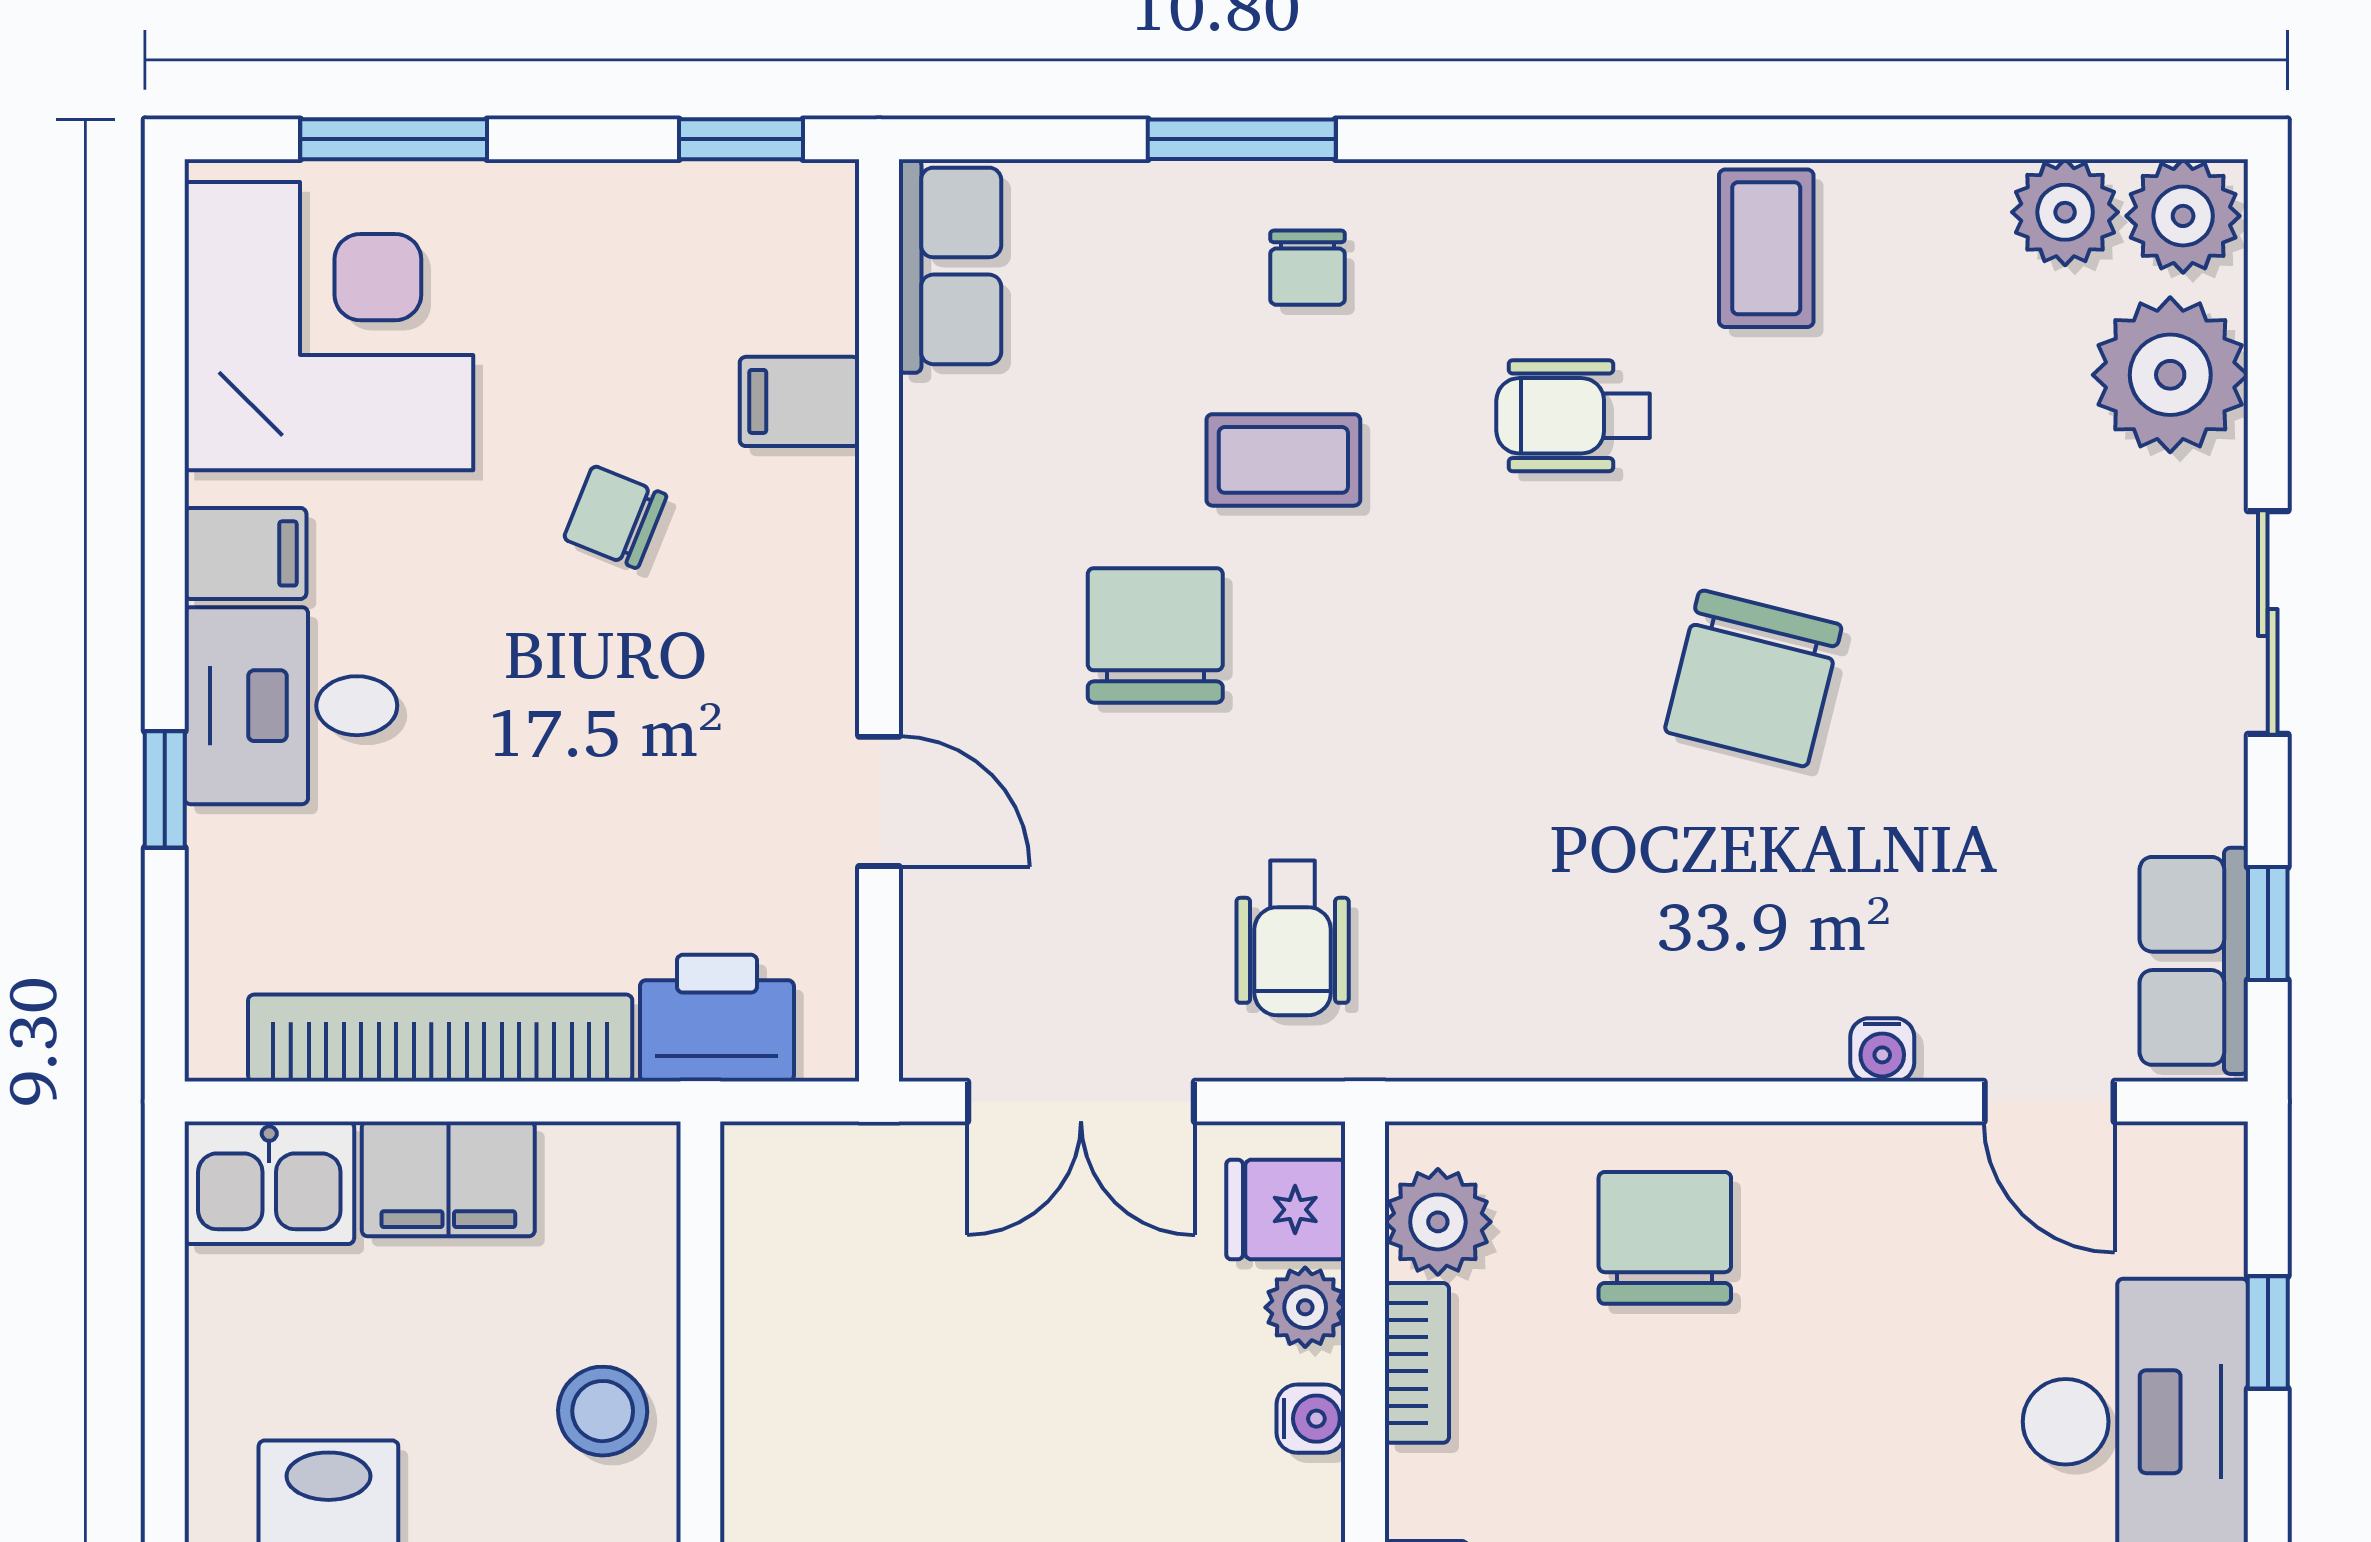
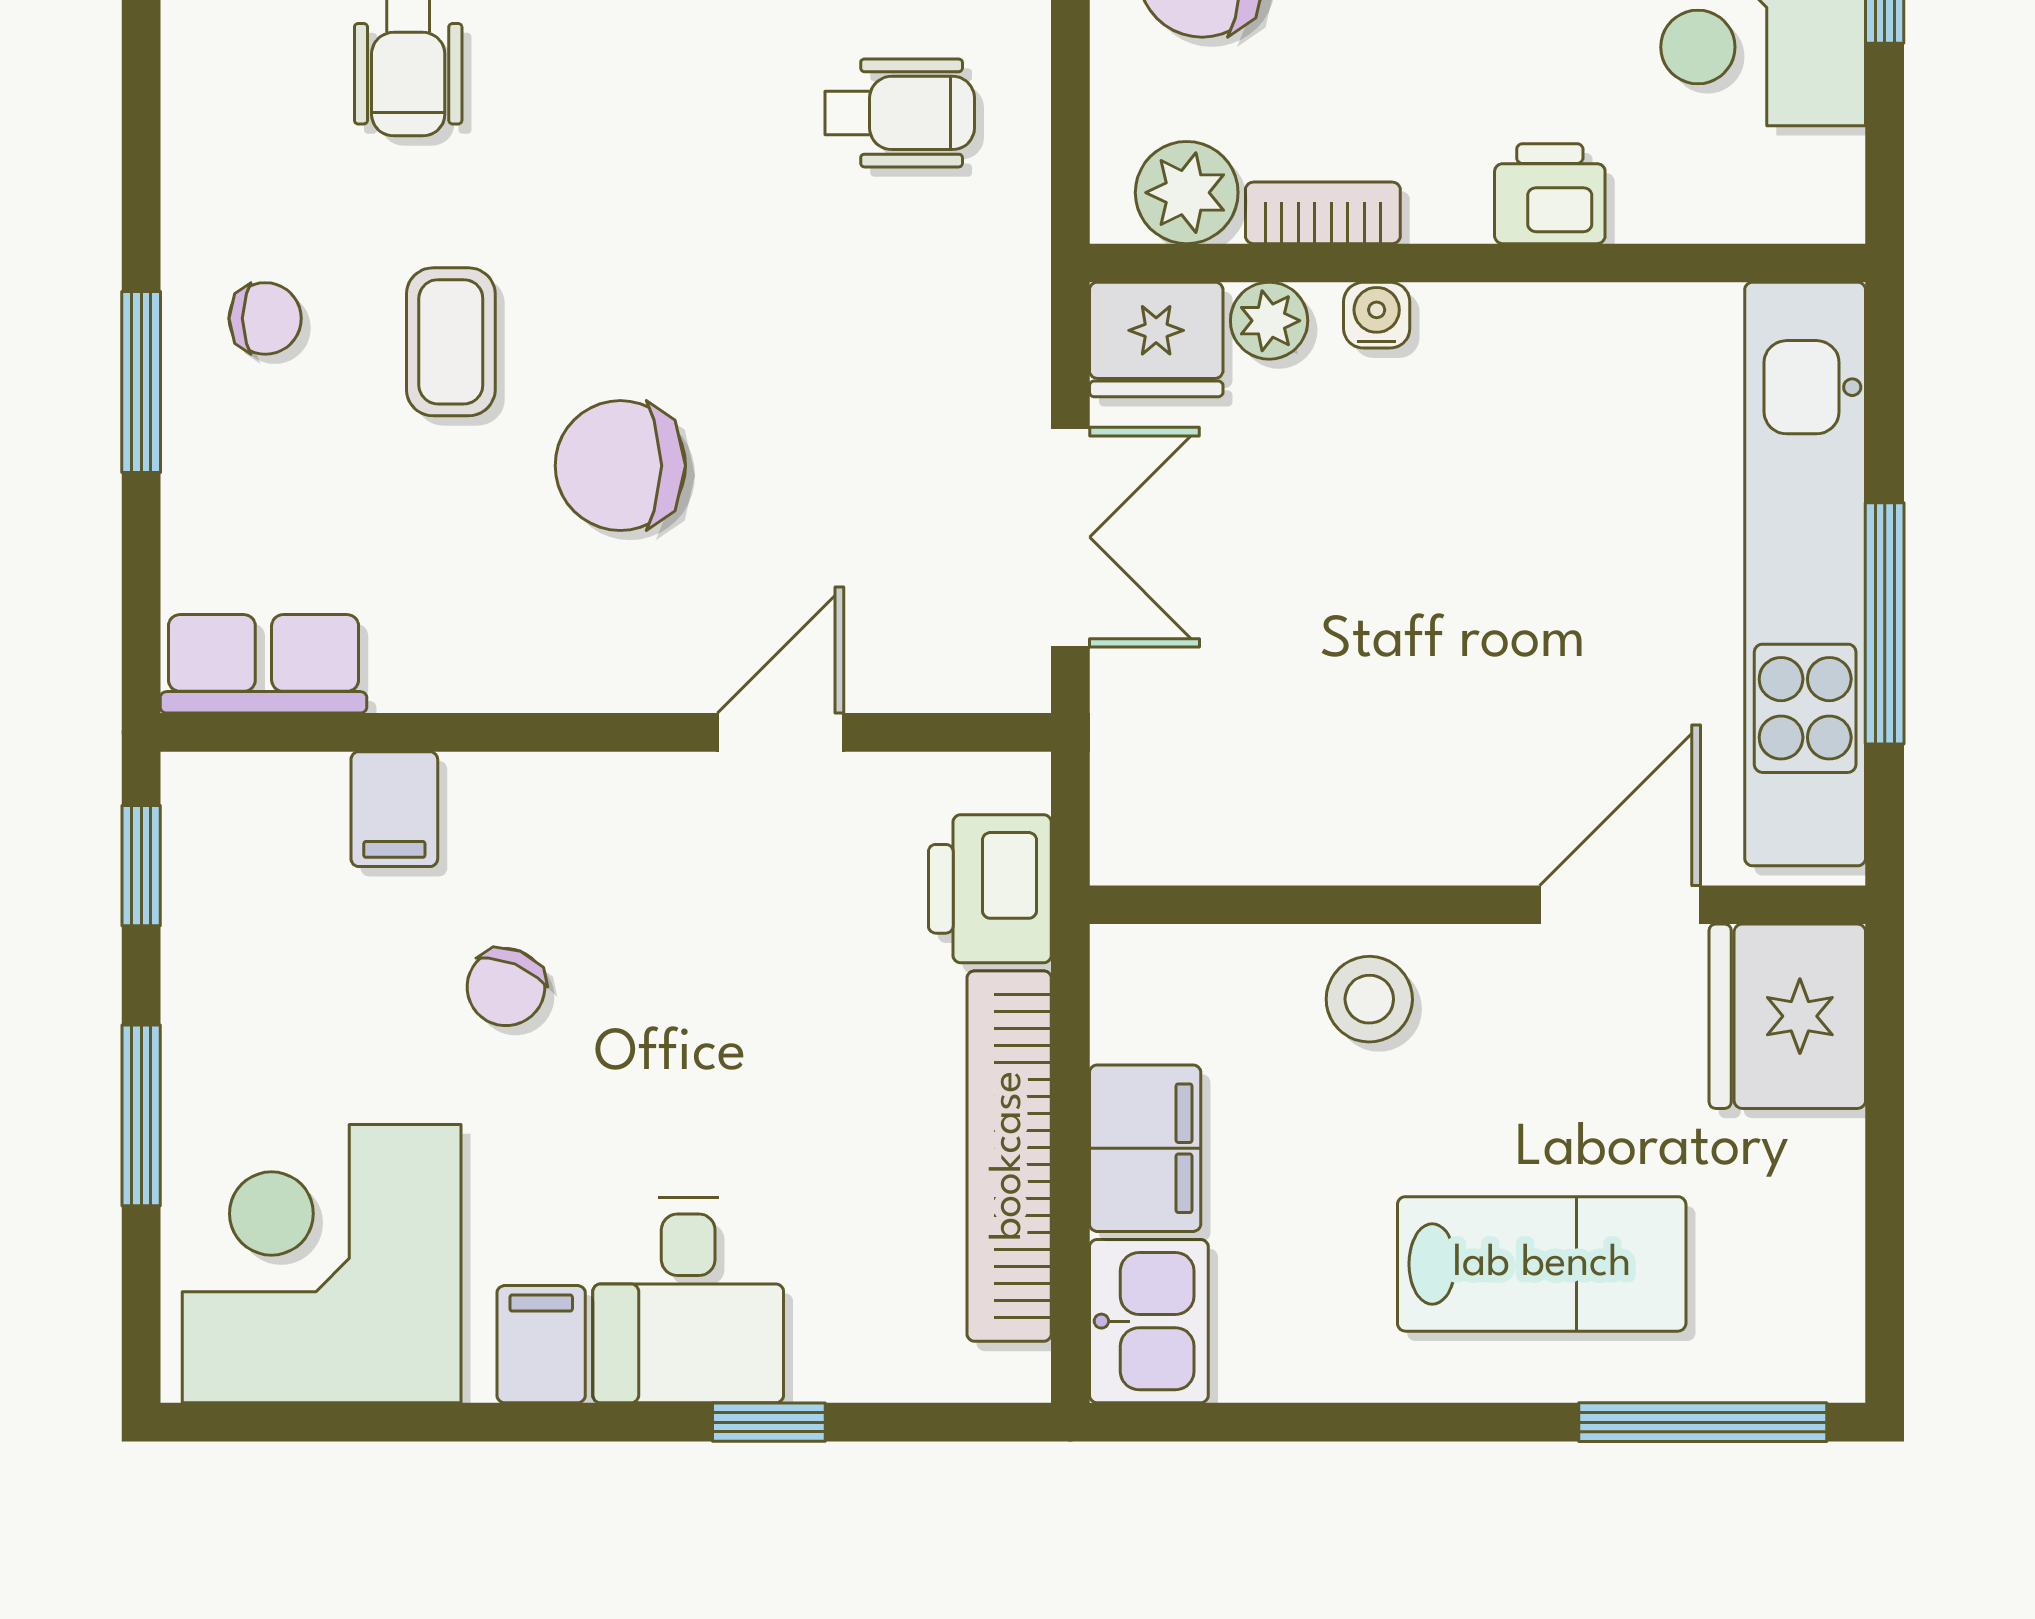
window: (394, 139) -> (141, 1115), moved
wheelchair: (1293, 938) -> (900, 113), moved
fridge: (1286, 1210) -> (1156, 340), width x1.38

